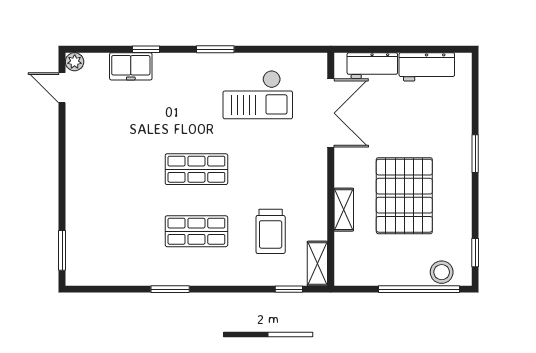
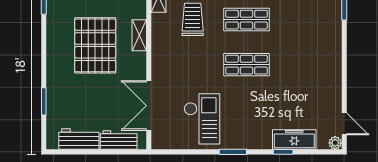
freezer: (131, 66) -> (294, 139), width x1.40
checkout: (258, 95) -> (202, 119), turned 90
window: (475, 154) -> (44, 101), moved

